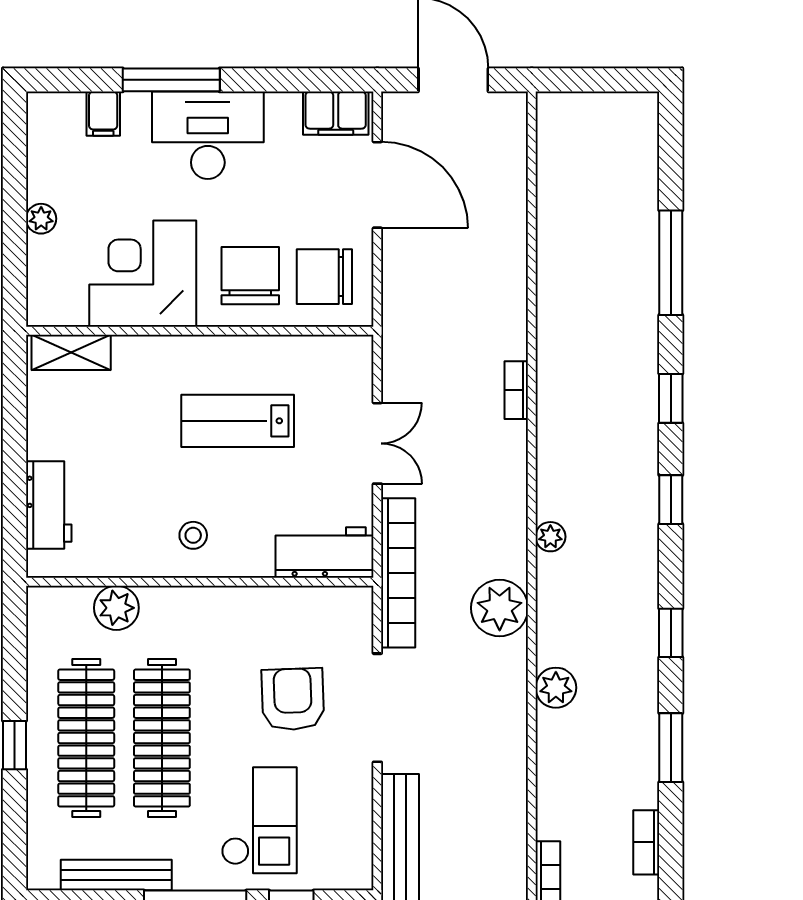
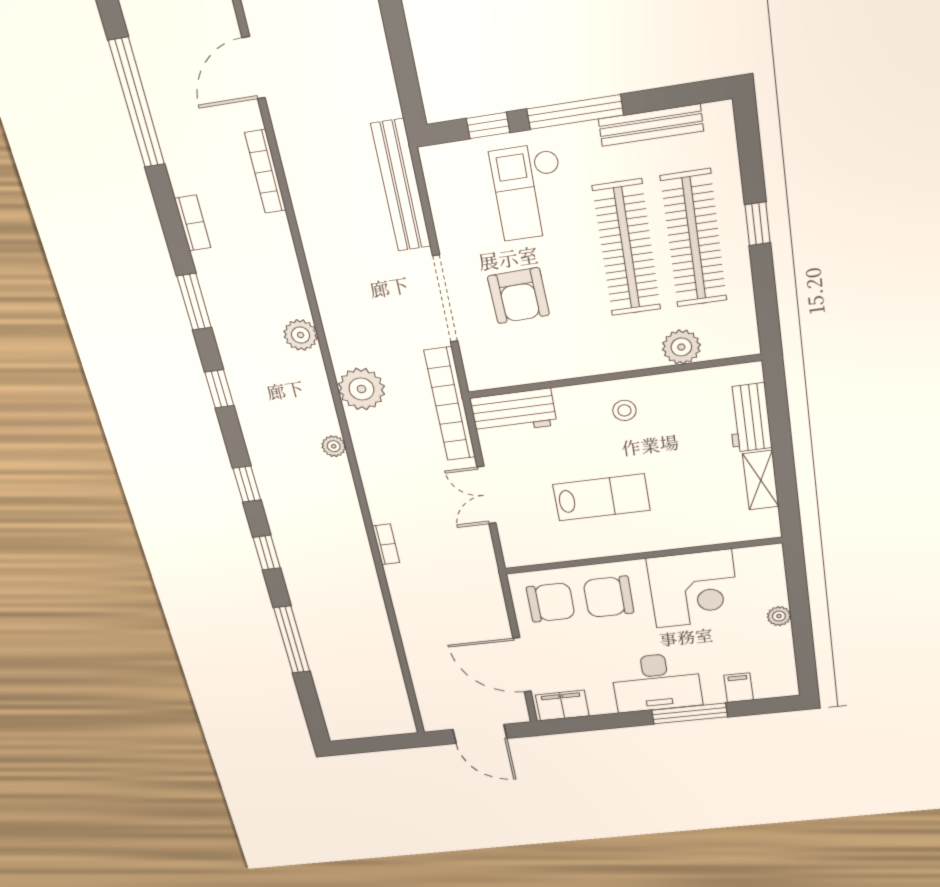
chair: (250, 276) -> (608, 597), turned 90
shelving: (71, 352) -> (761, 480), moved, turned 90

